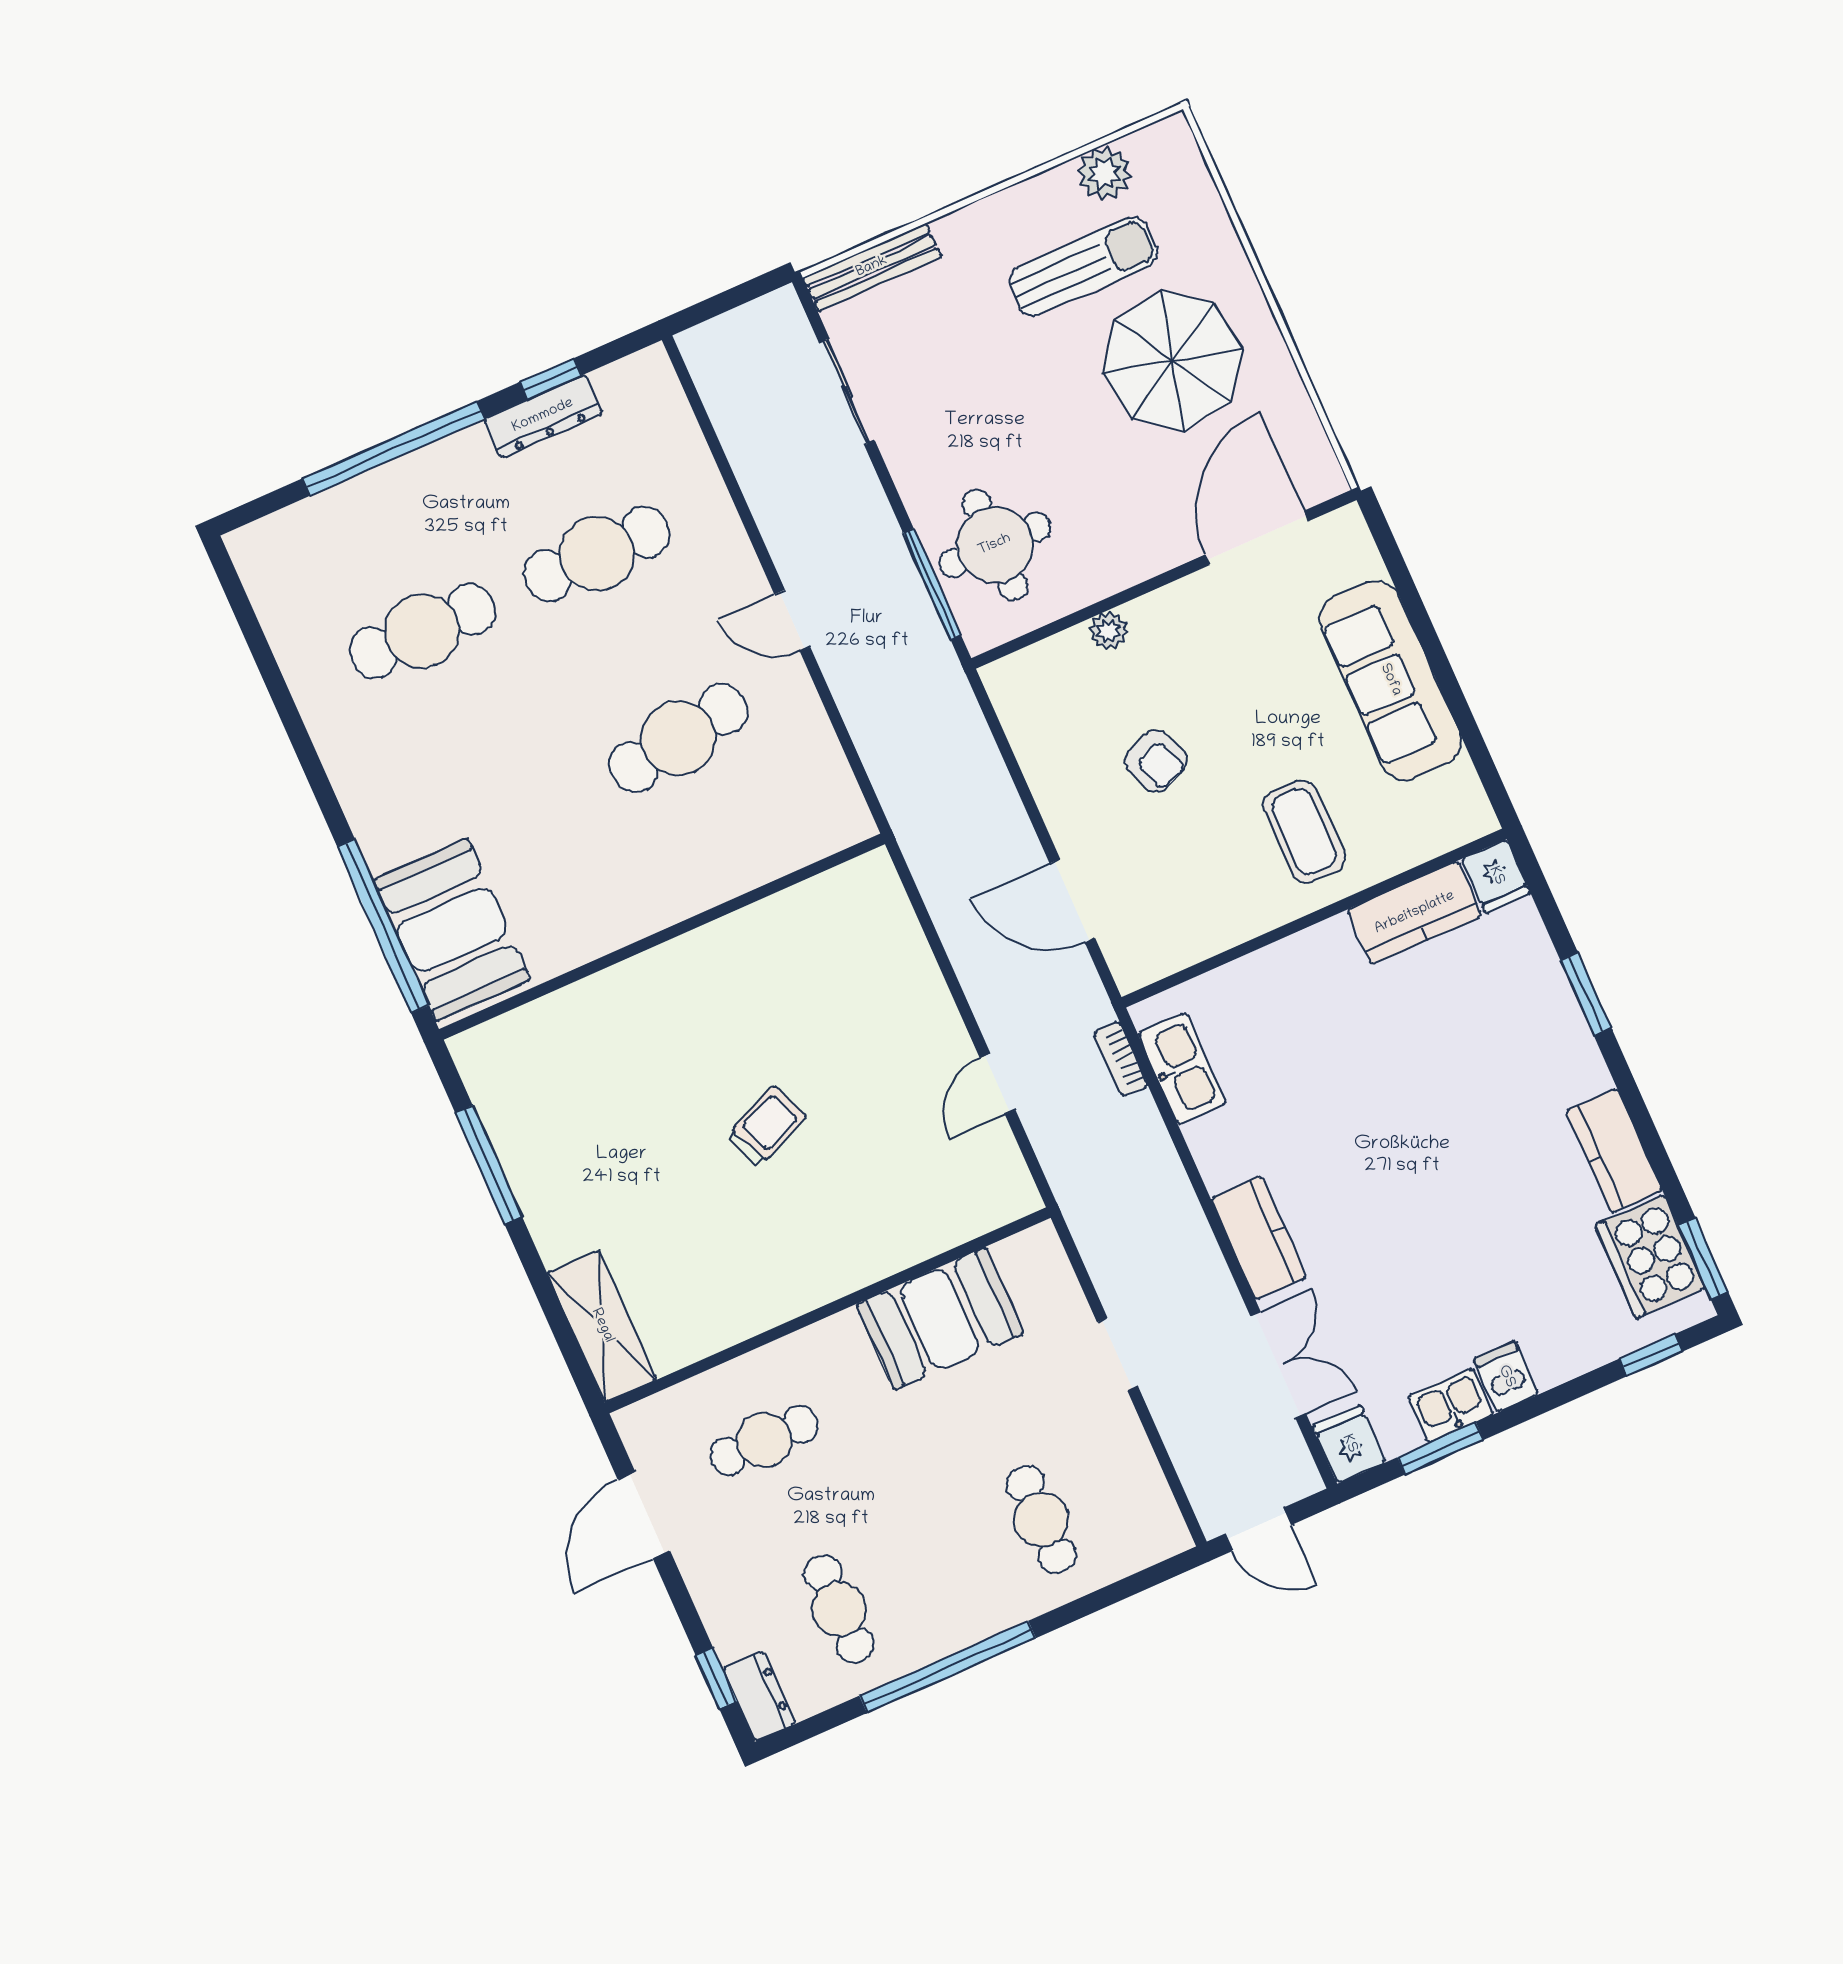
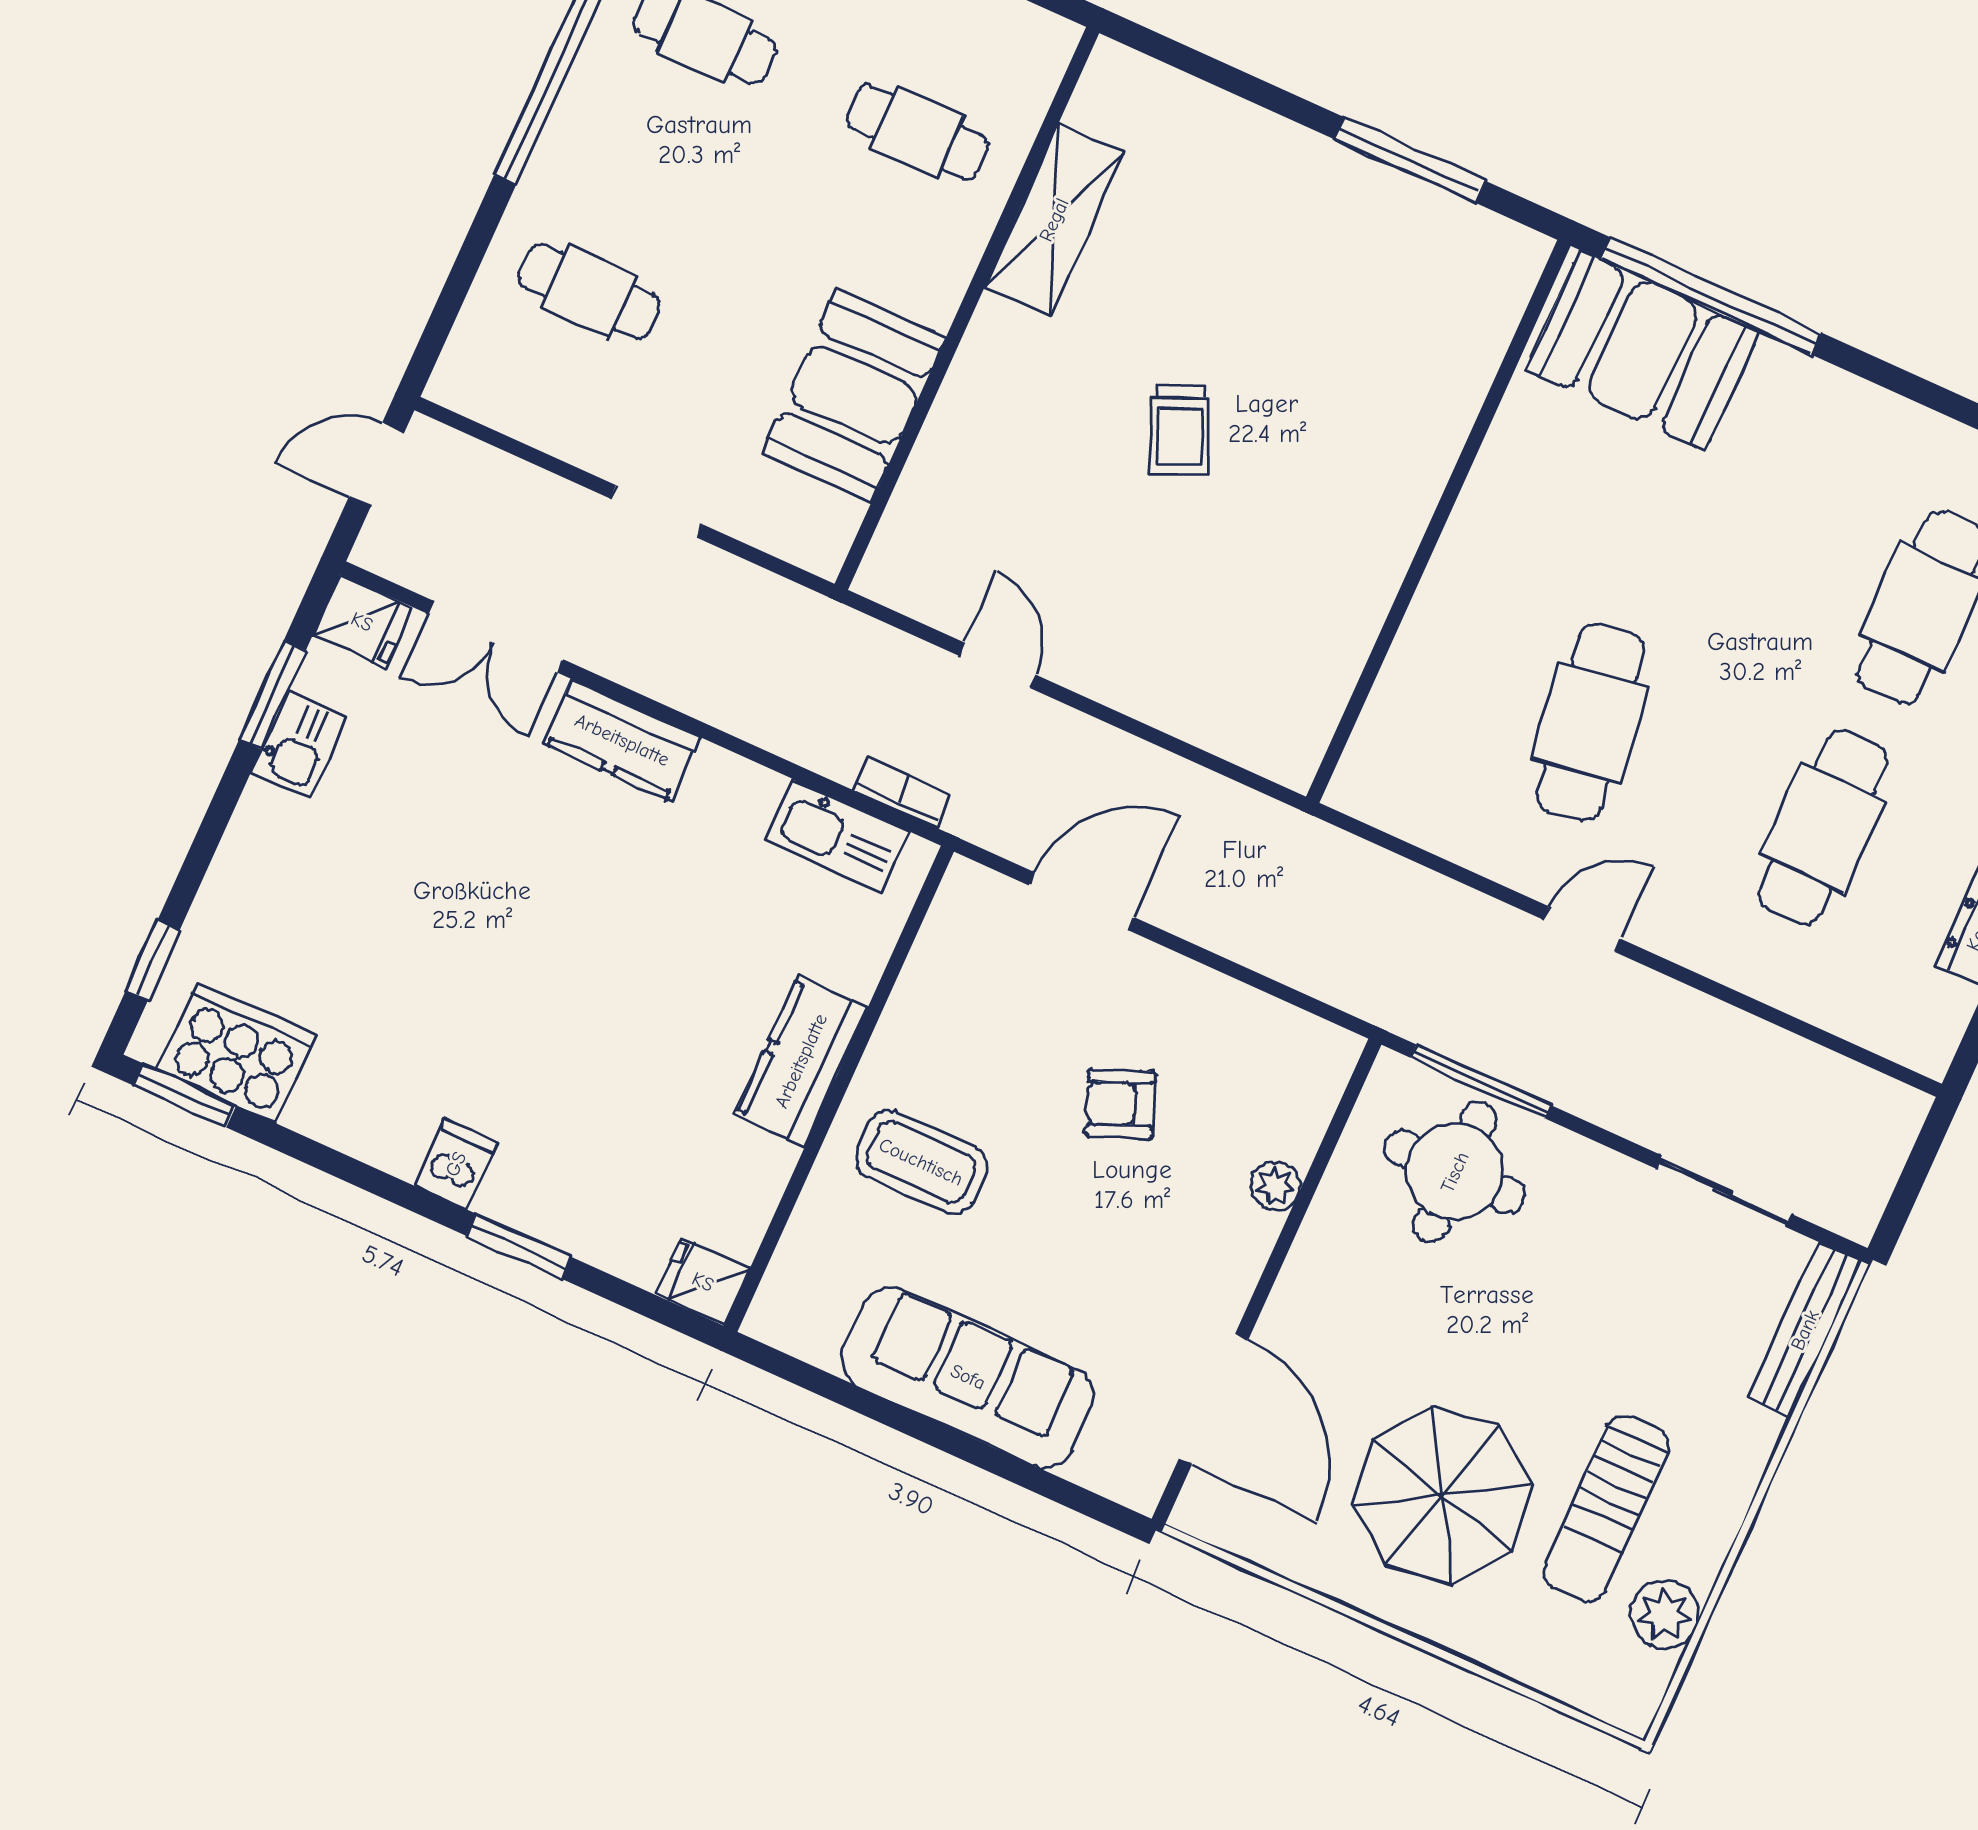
kitchen counter: (1415, 913) -> (801, 1061), moved
kitchen counter: (1614, 1151) -> (360, 1122), removed
shelving: (602, 1326) -> (1054, 220), moved, turned 90
dishwasher: (1506, 1377) -> (456, 1164), moved, turned -90
cafe table: (764, 1440) -> (917, 132), turned 90

